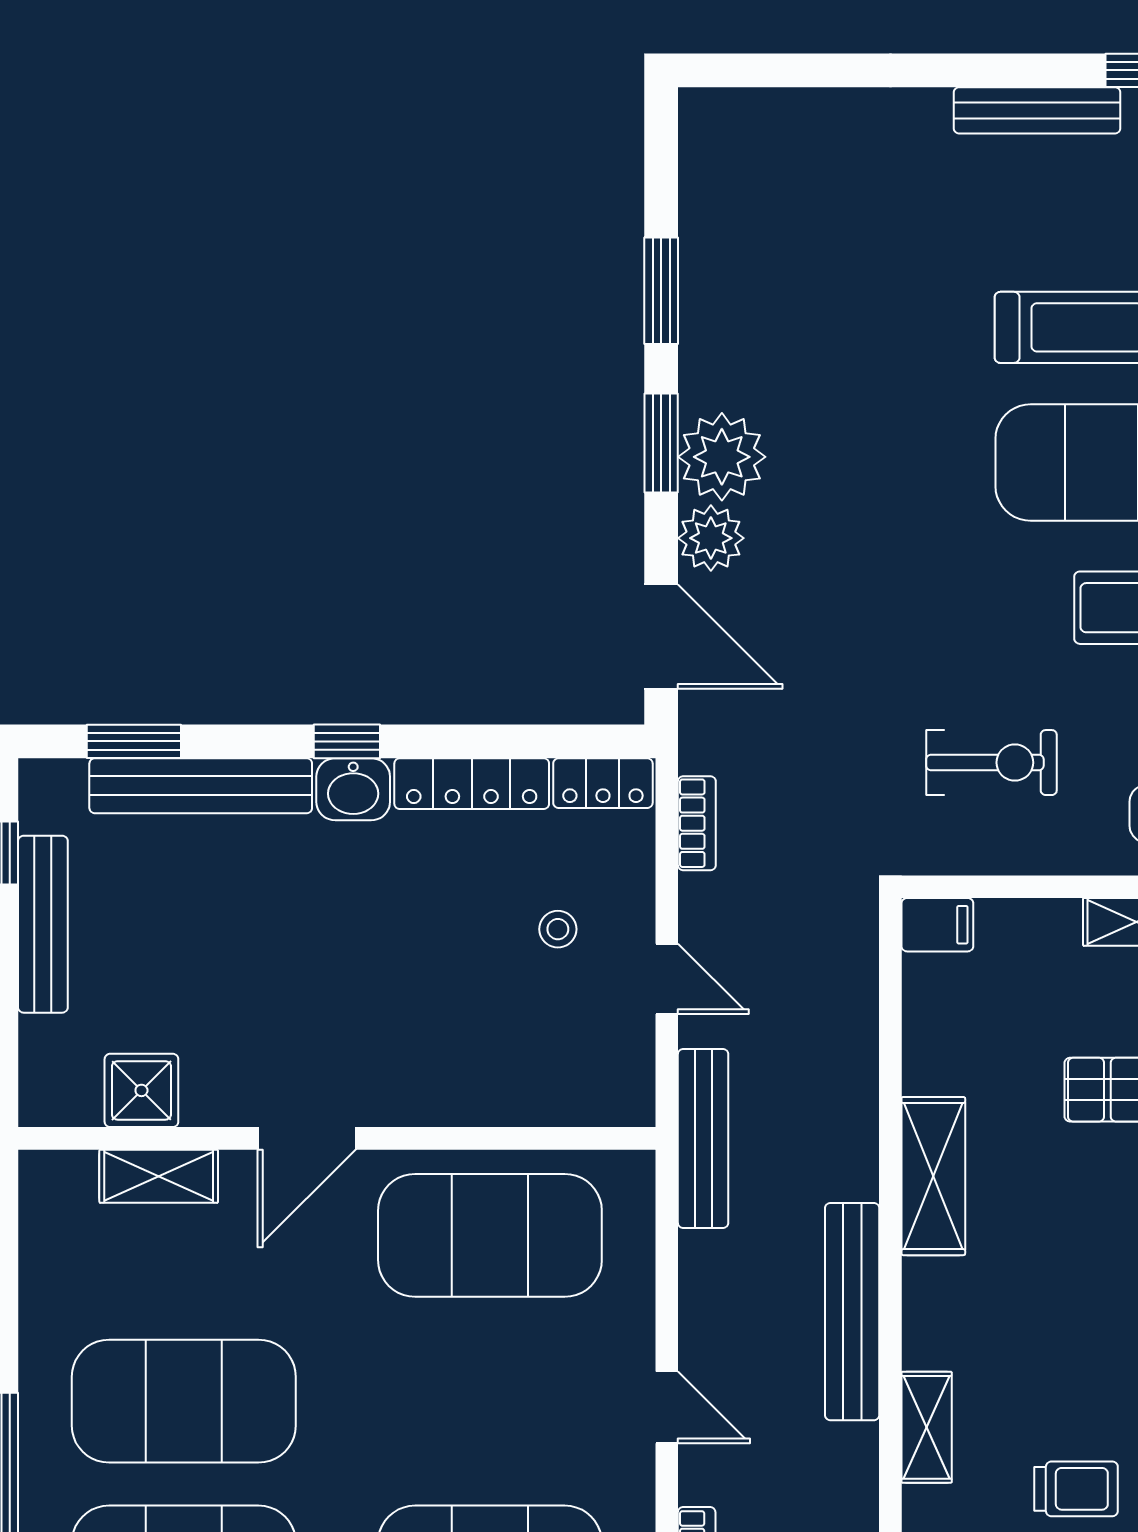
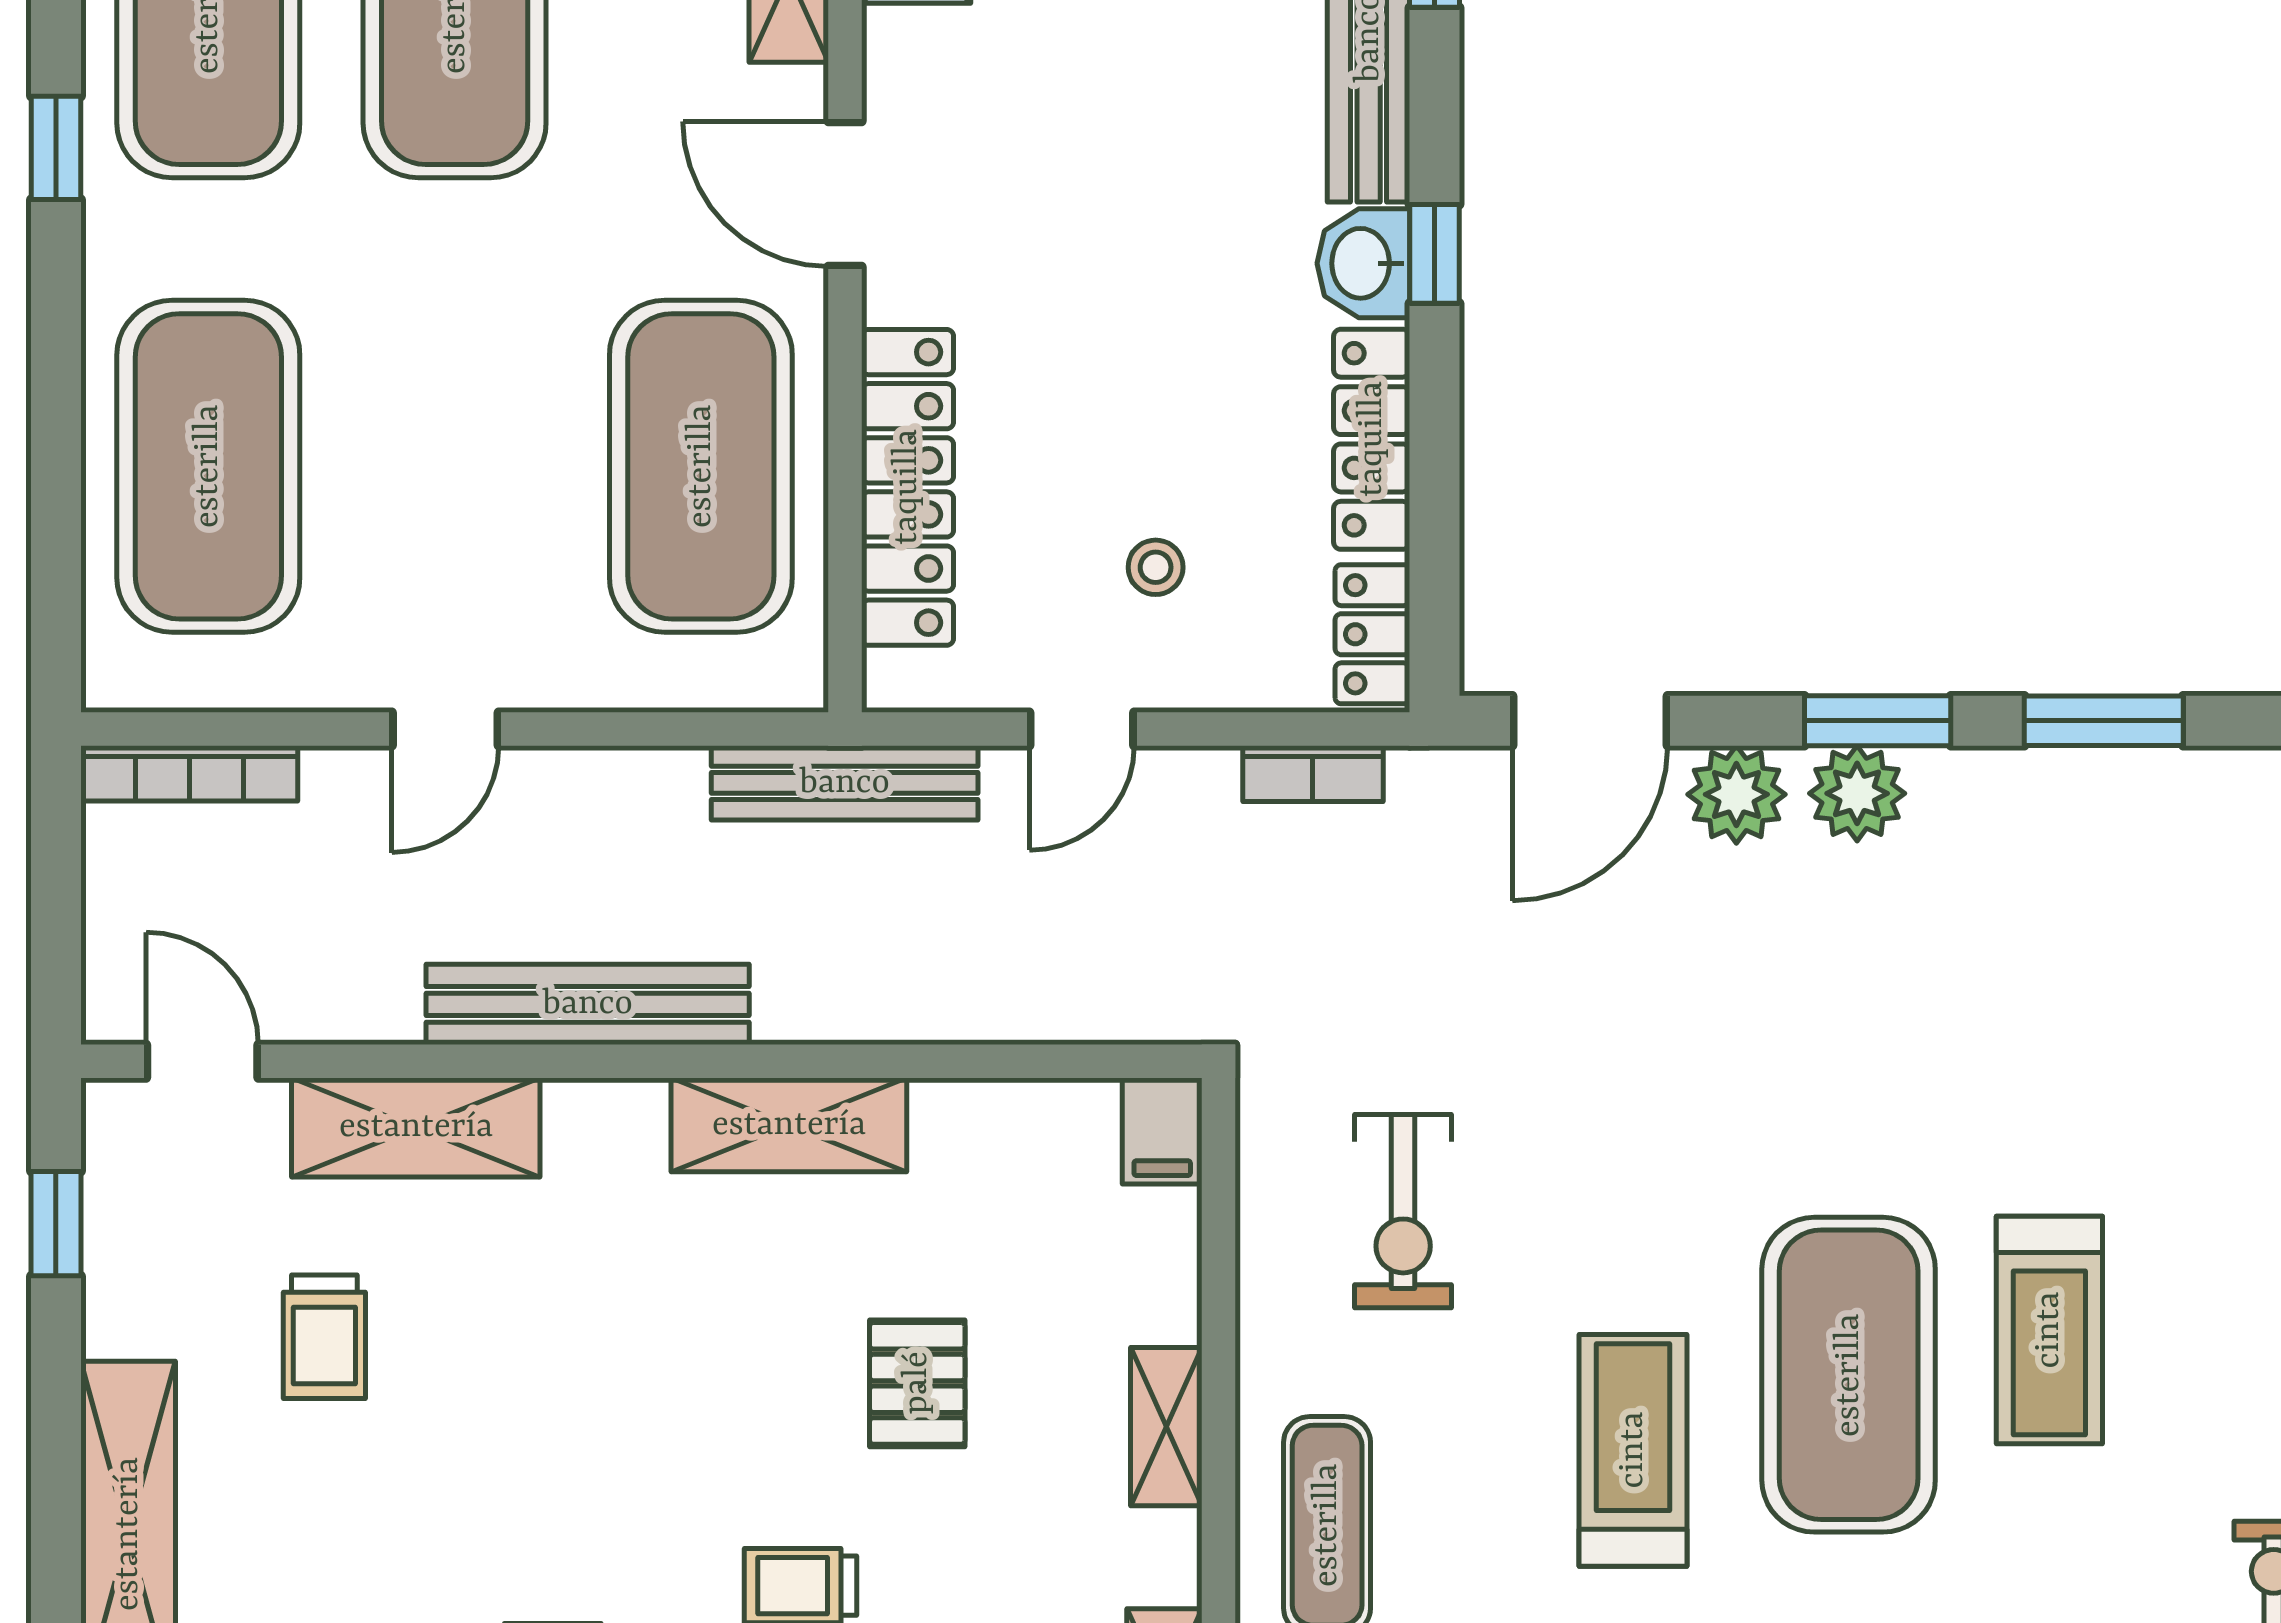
plant: (722, 457) -> (1857, 793), width x0.73, depth x0.73
locker: (504, 1096) -> (907, 487), added
shelving: (927, 1427) -> (416, 1127), width x1.50, depth x1.33

